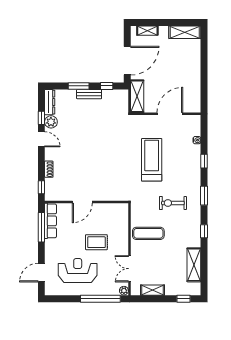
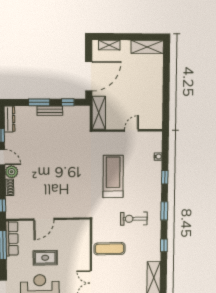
door: (170, 114) -> (131, 130), width x0.53
plant: (51, 122) -> (12, 172), moved
rug: (96, 242) -> (45, 258), moved

